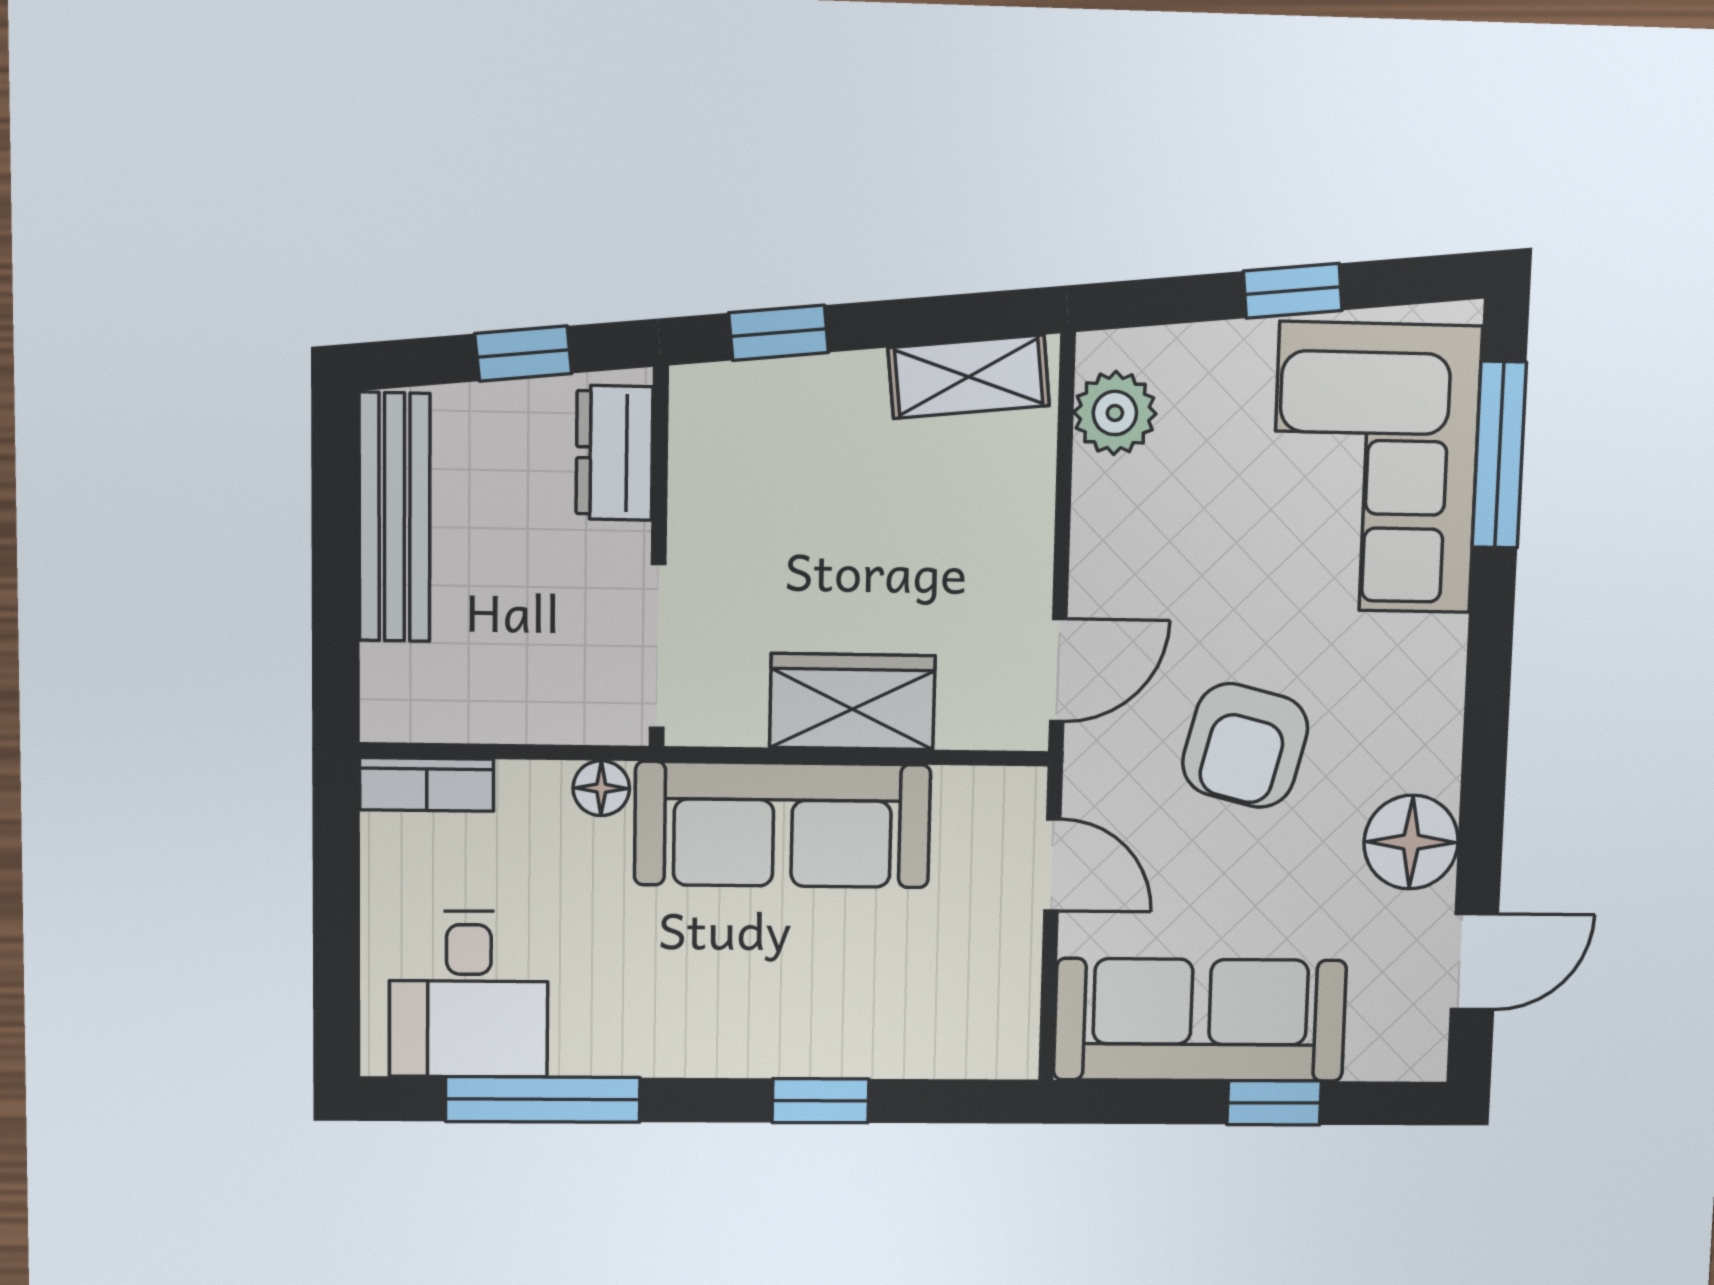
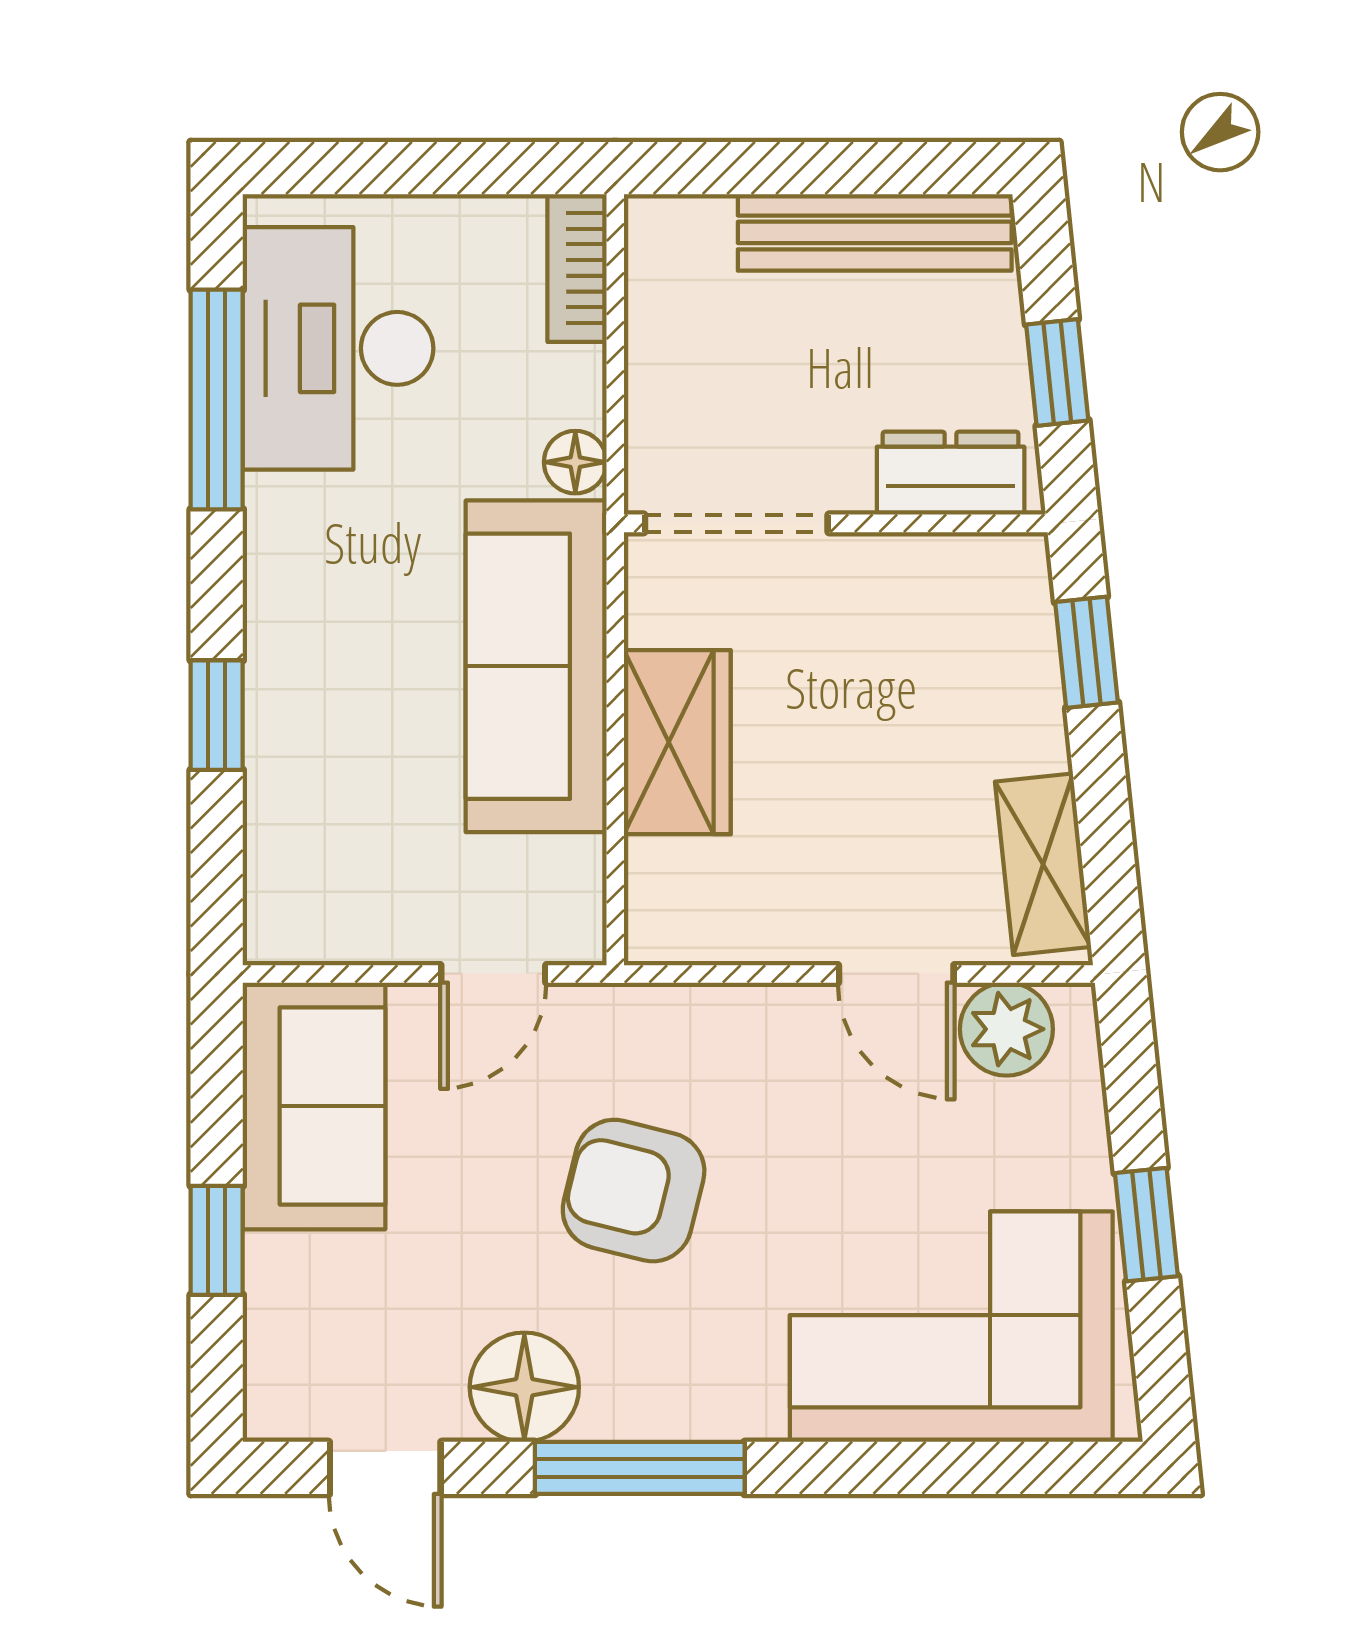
window: (1499, 455) -> (640, 1468), moved
door: (1058, 670) -> (896, 974), moved
desk: (469, 994) -> (338, 348), width x1.37
sofa: (1200, 1020) -> (314, 1106), width x0.73

